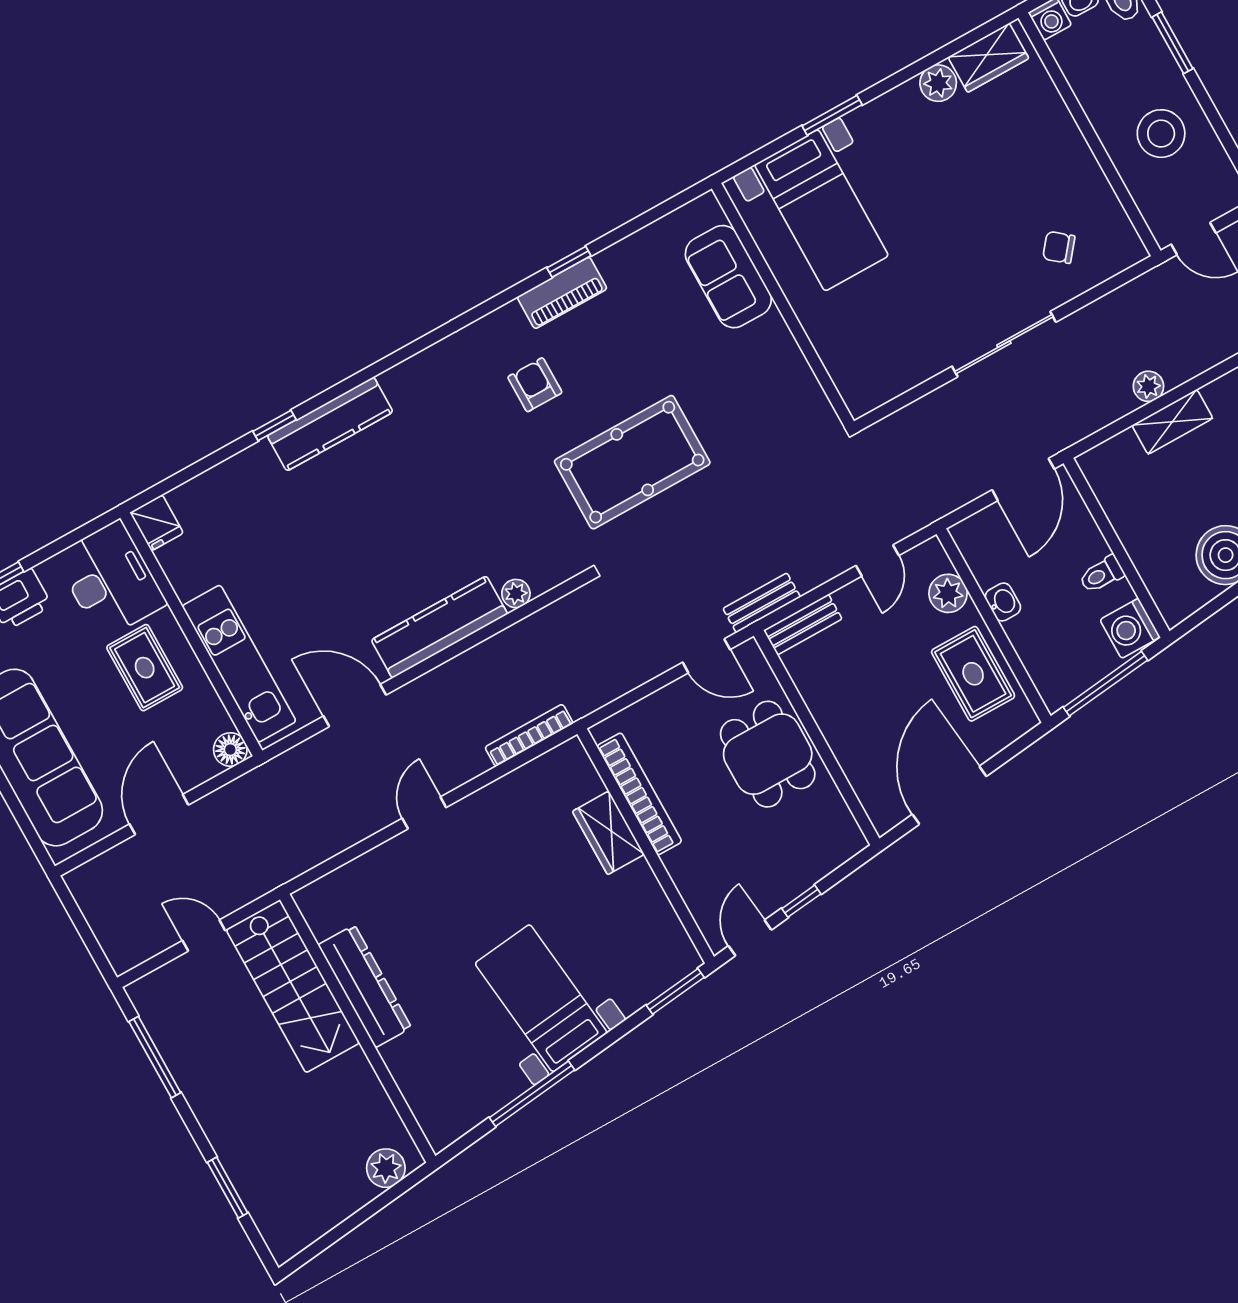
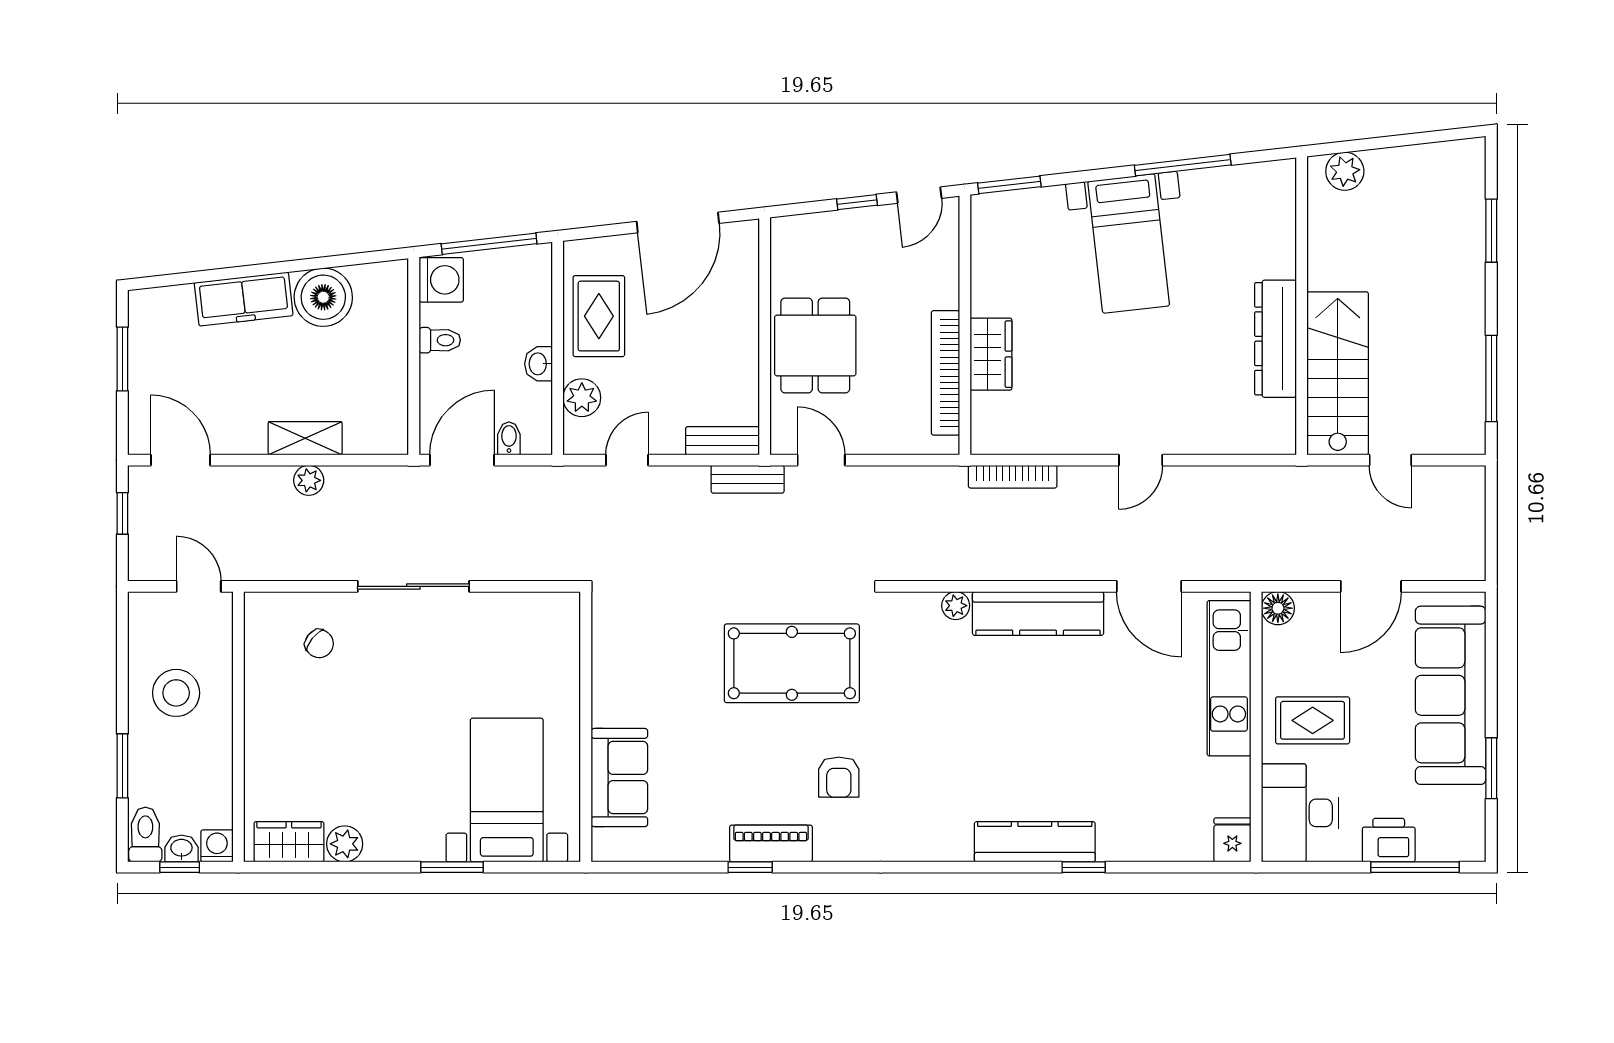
bidet: (992, 522) -> (509, 438), added
rug: (145, 668) -> (1313, 720), turned 90

